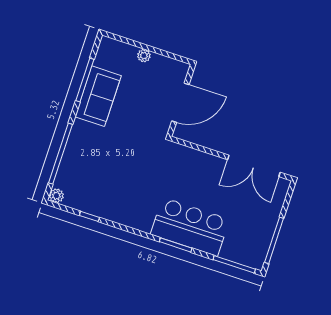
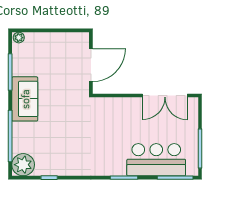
plant: (144, 56) -> (19, 38), moved
sofa: (98, 96) -> (25, 99), moved
plant: (56, 196) -> (23, 165), width x1.88, depth x1.88
bar counter: (190, 227) -> (156, 160), moved

